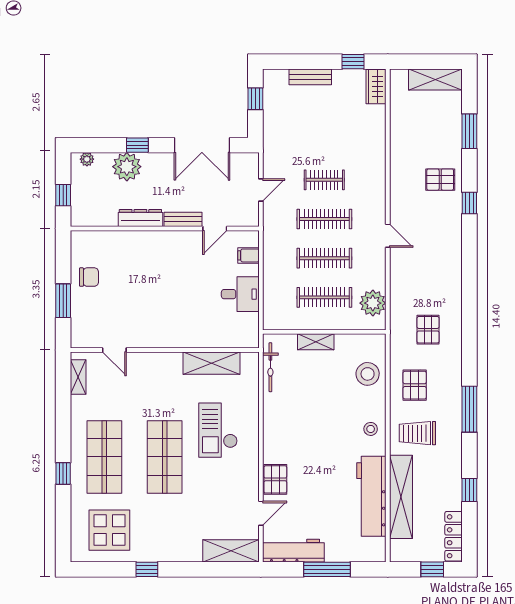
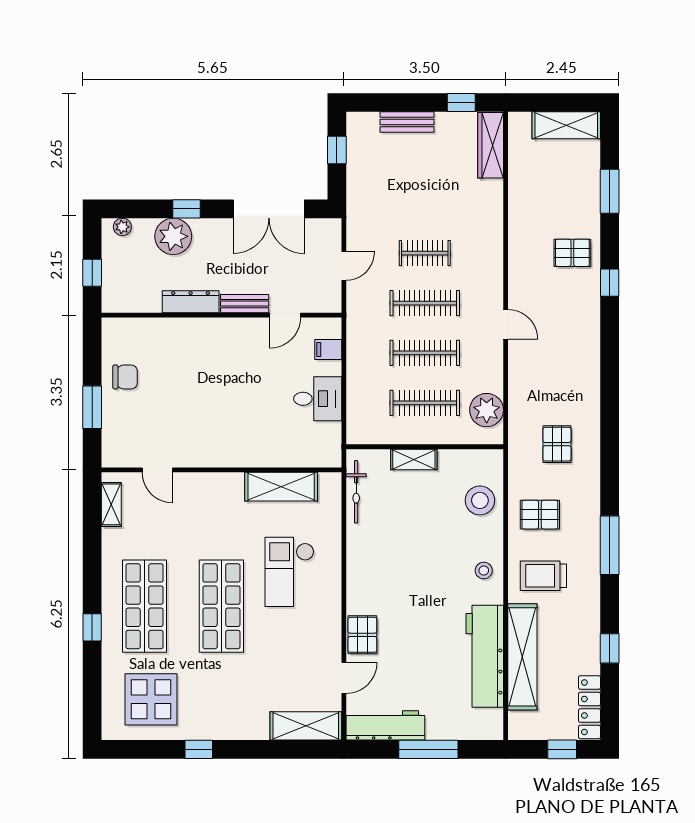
wardrobe: (376, 87) -> (491, 145), width x1.50
pallet: (415, 385) -> (540, 515), turned 90

